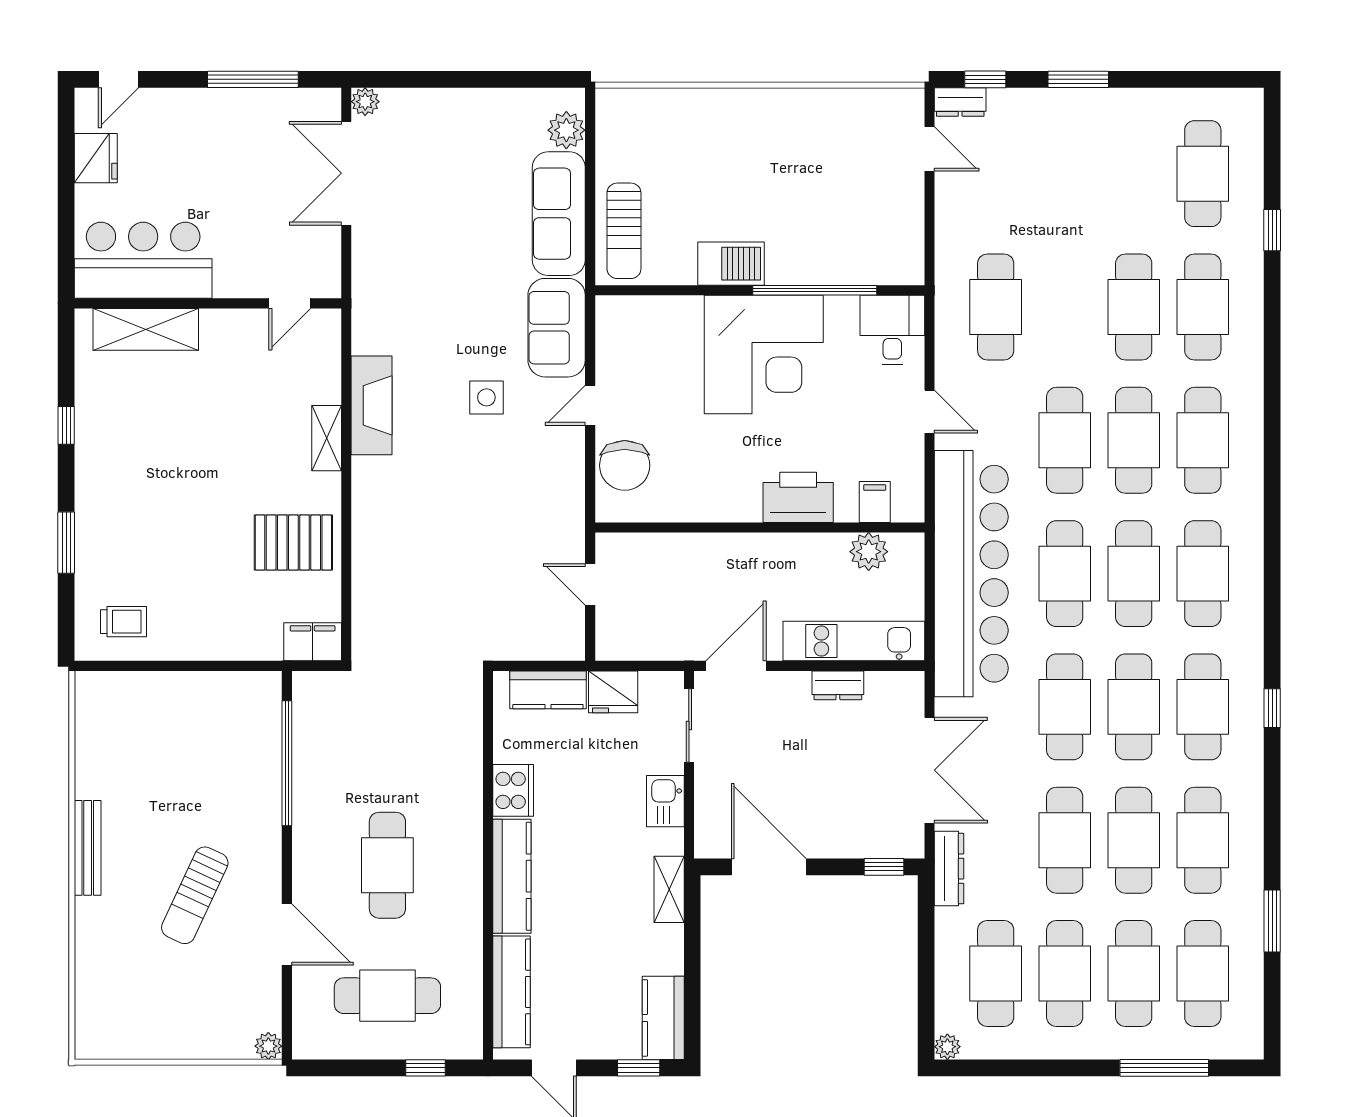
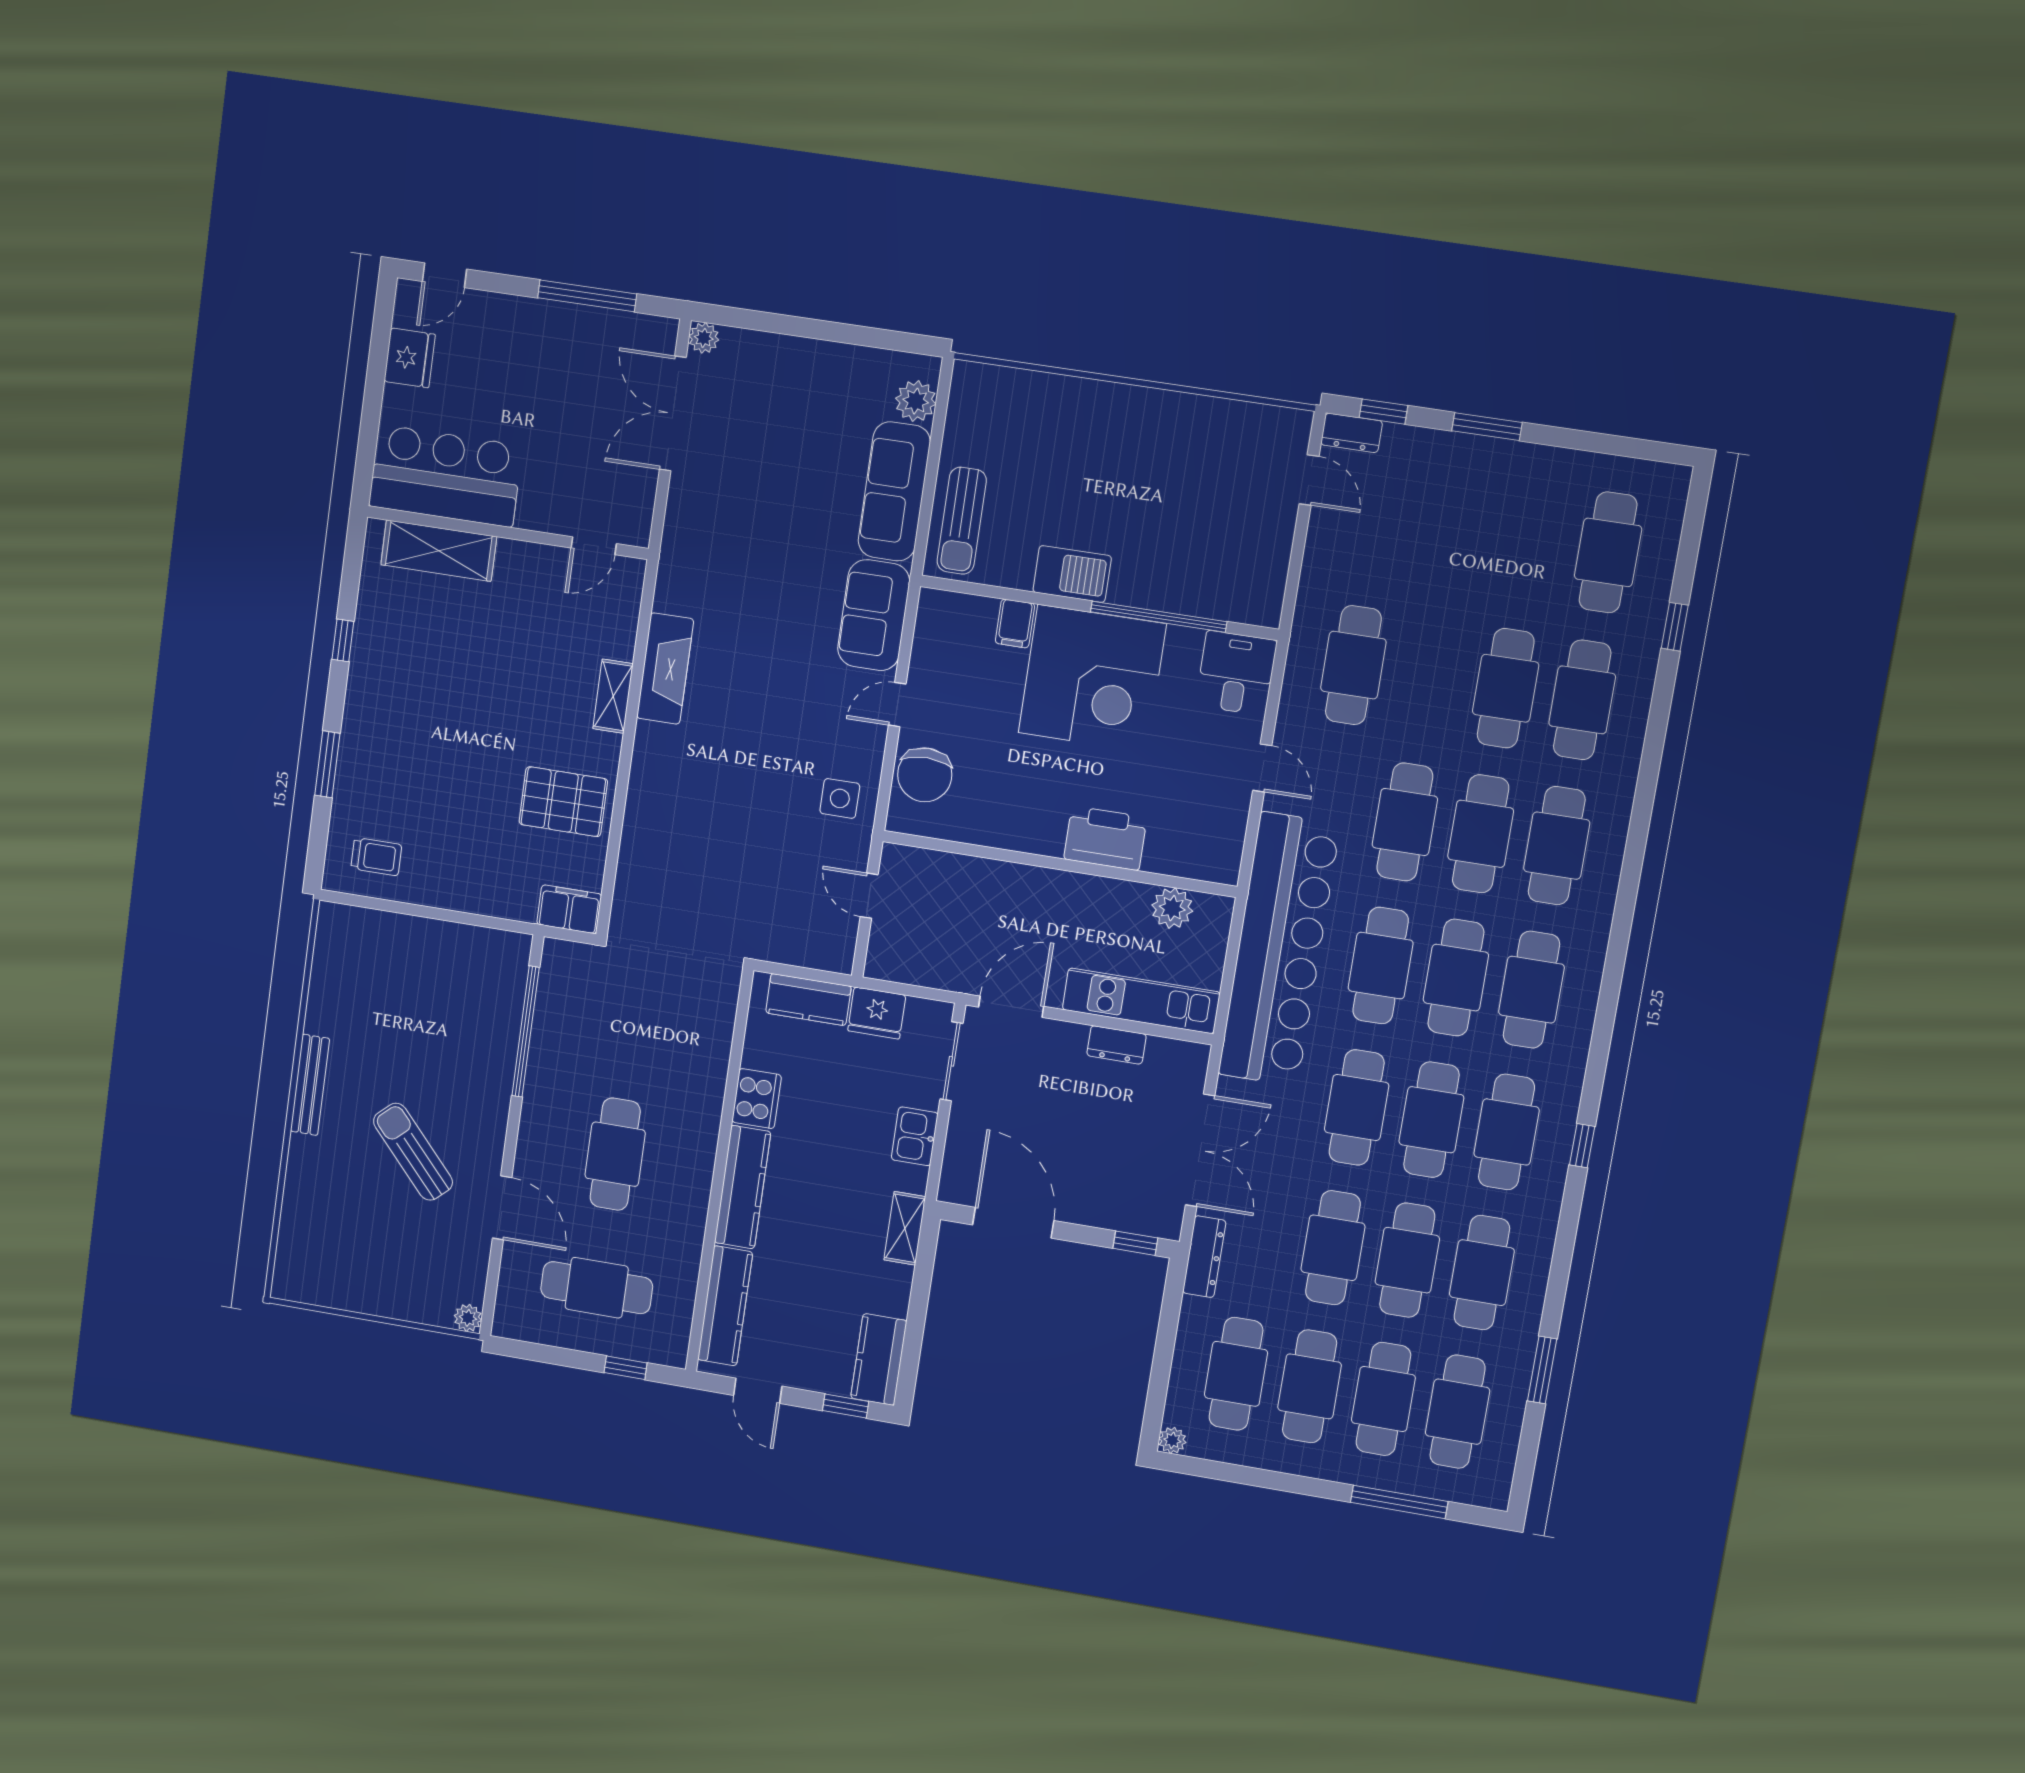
side table: (486, 397) -> (840, 798), moved
filing cabinet: (875, 502) -> (1015, 623), moved, turned 180
sun lounger: (195, 895) -> (413, 1152), turned 113

